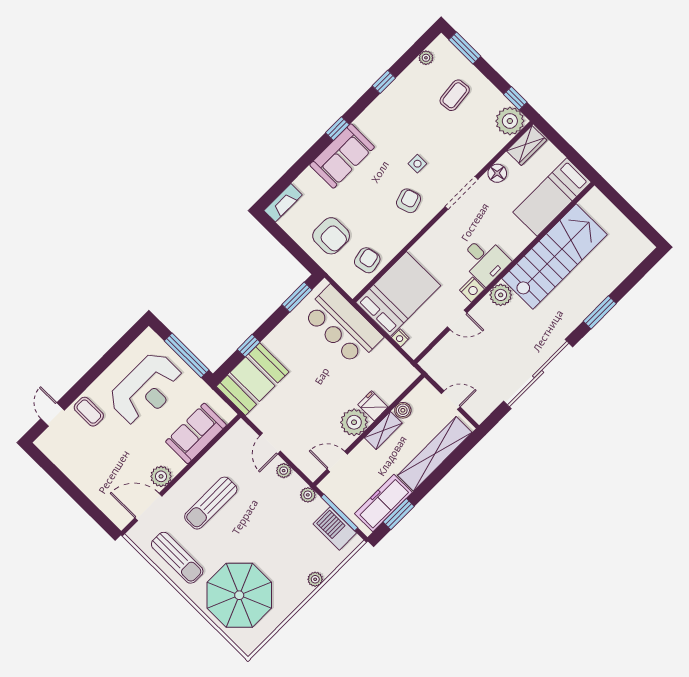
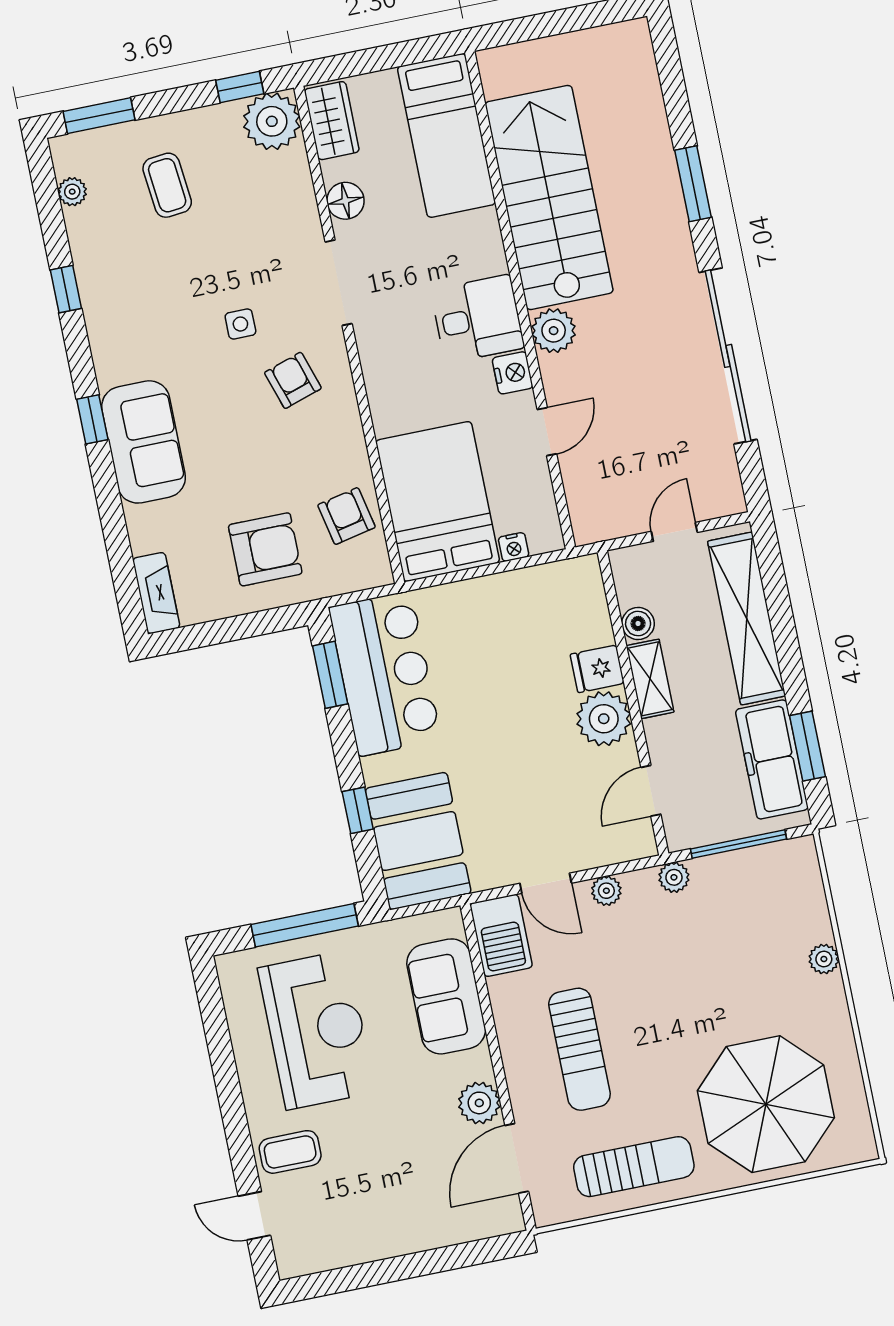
bar counter: (342, 325) -> (385, 674), moved, turned -90
barbecue: (335, 528) -> (501, 935), moved, turned -90

